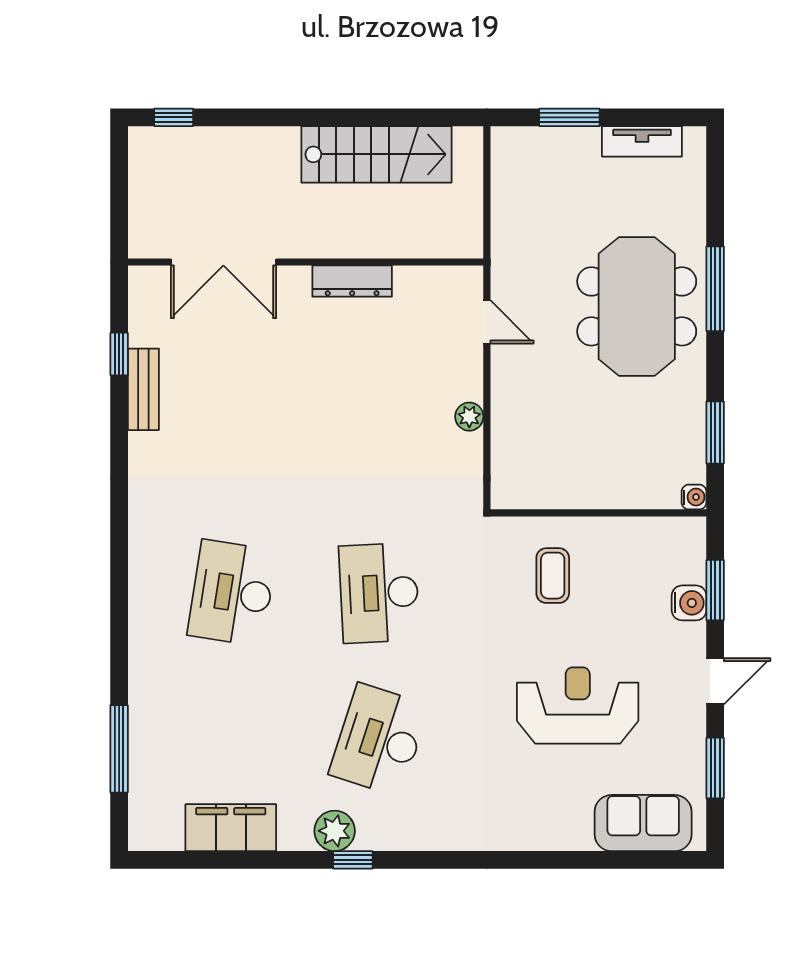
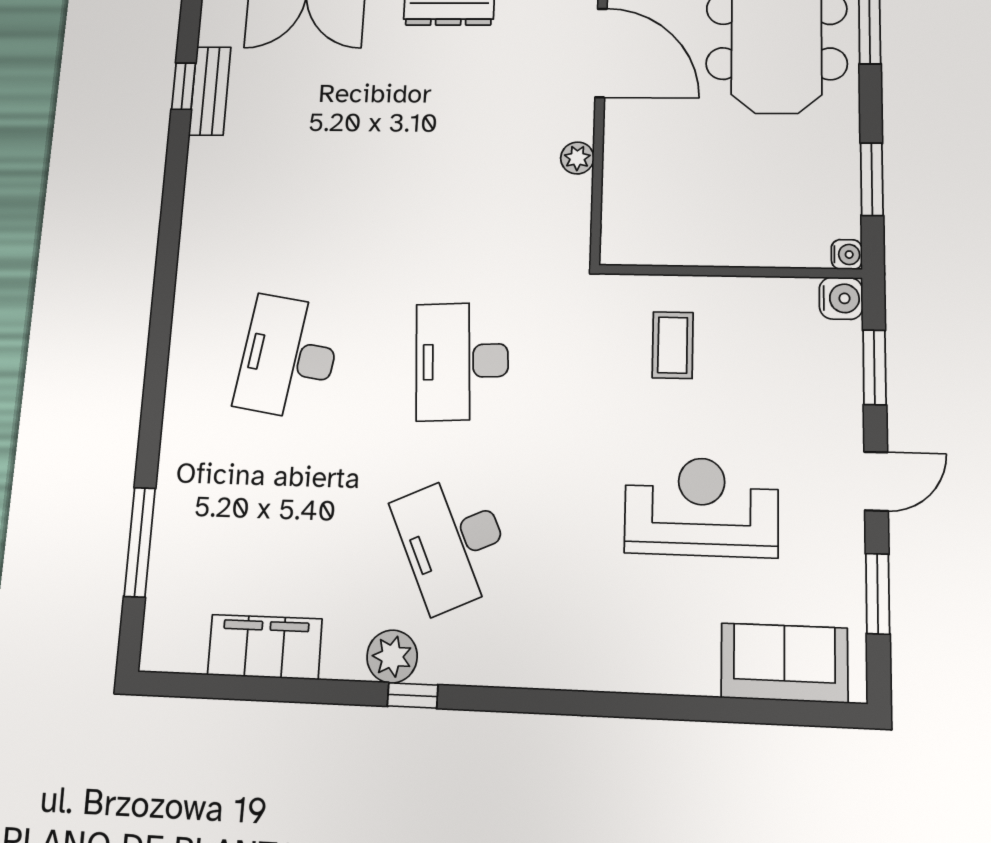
door: (487, 322) -> (601, 53), width x1.88
bench: (143, 389) -> (210, 91), moved
water cooler: (689, 603) -> (841, 298), moved
desk: (379, 740) -> (453, 542), turned -42

